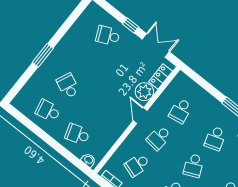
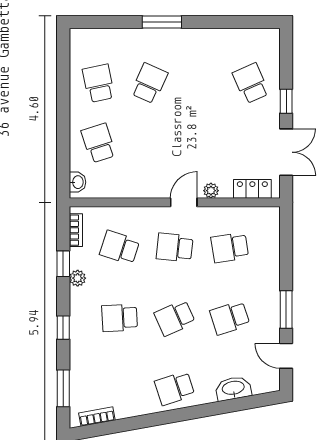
plant: (144, 92) -> (211, 191), width x0.53, depth x0.53

